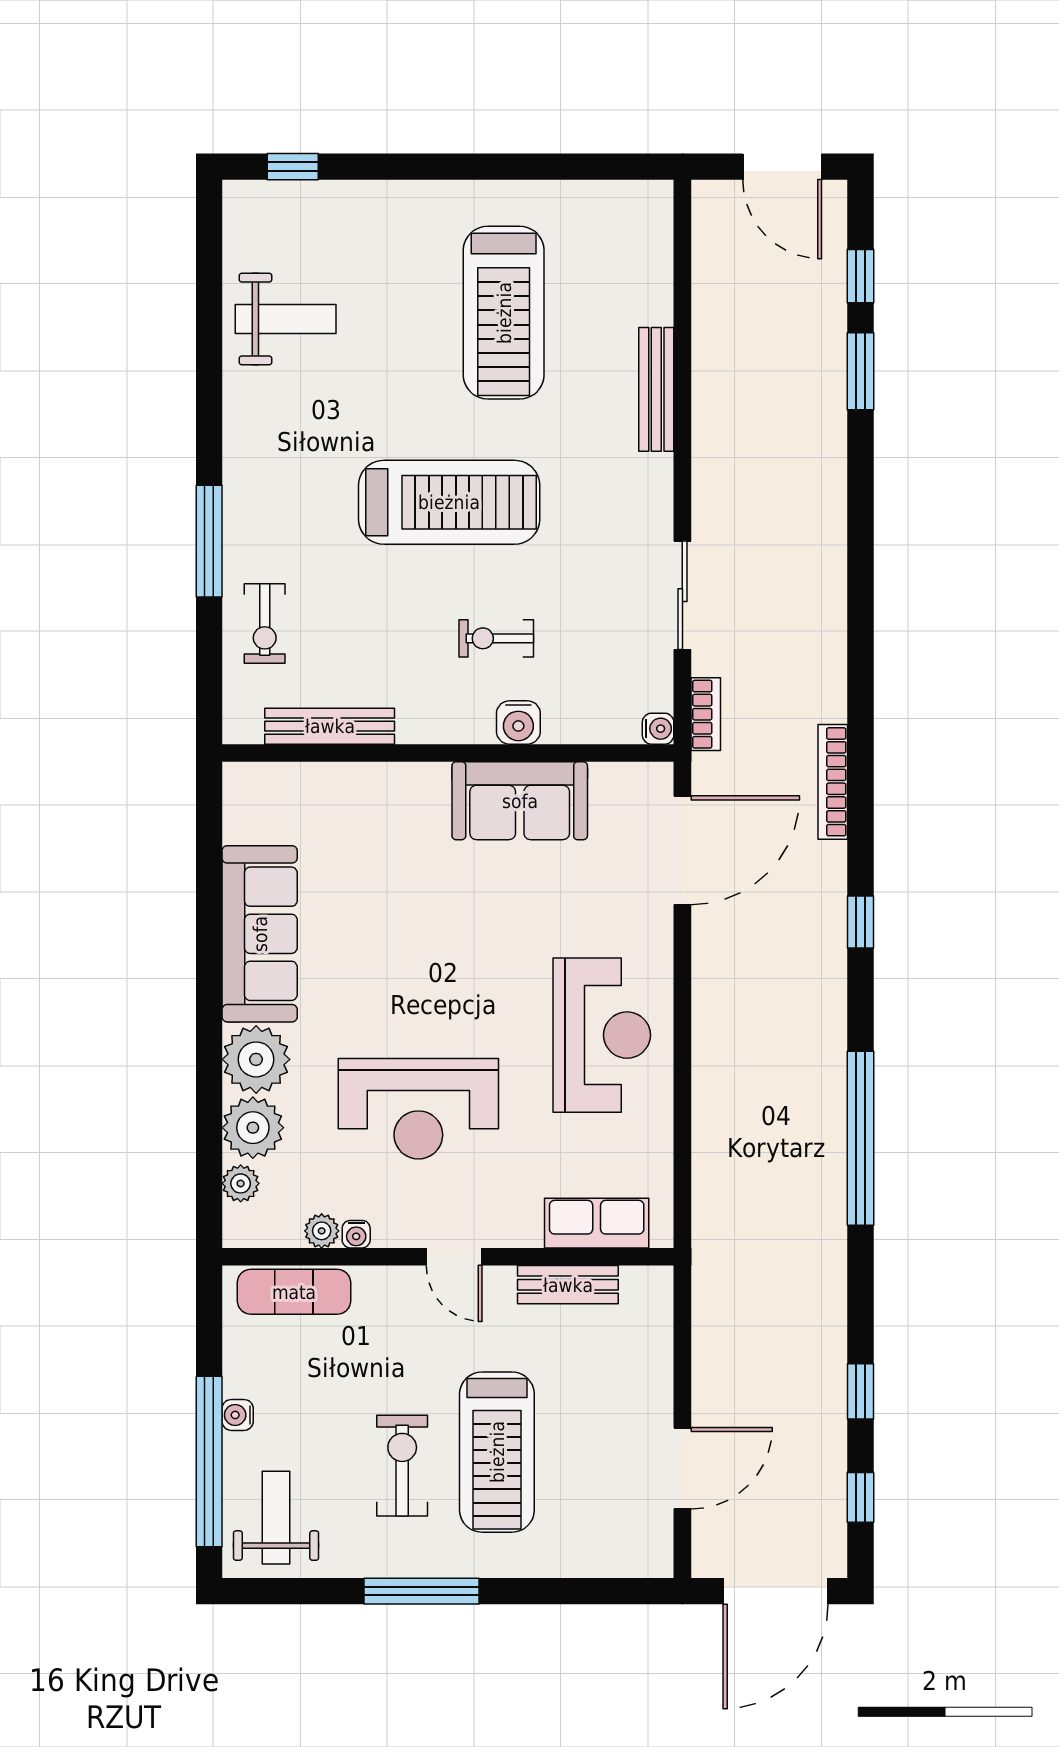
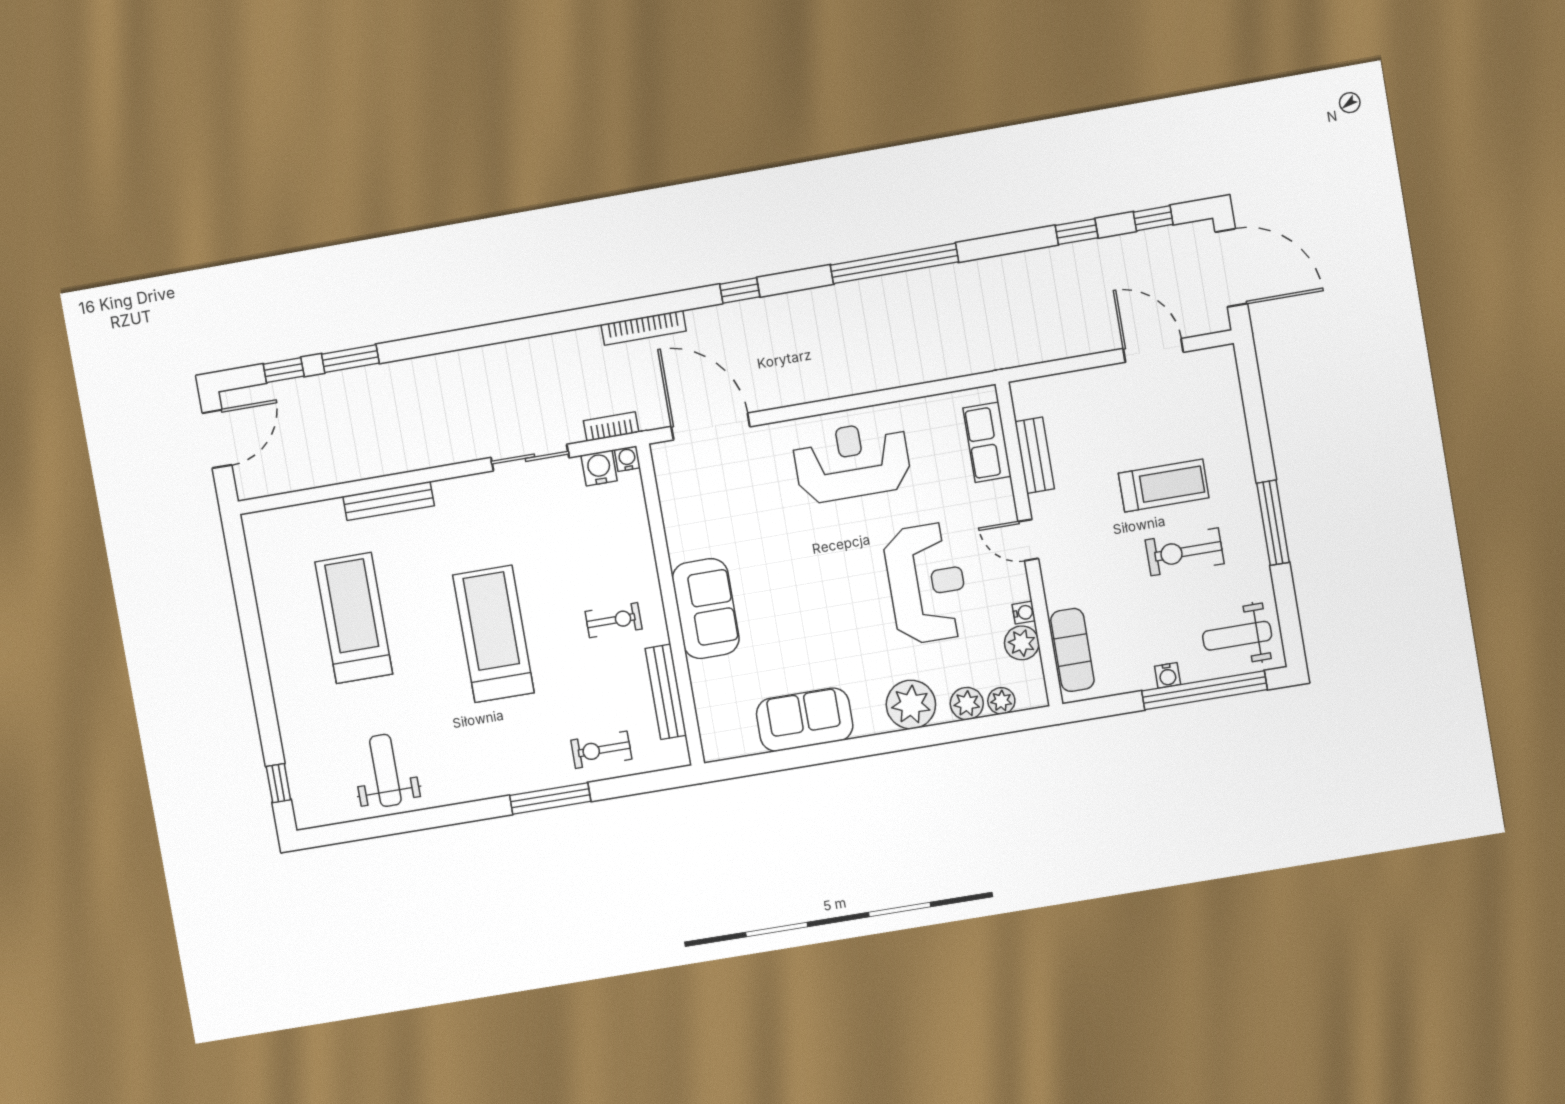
treadmill: (504, 313) -> (354, 618), turned -90
exercise bike: (265, 624) -> (601, 750), turned 180
exercise bike: (496, 638) -> (614, 620), moved, turned -90
water cooler: (518, 722) -> (599, 468), moved, turned -90
sofa: (520, 801) -> (706, 609), moved
sofa: (260, 934) -> (805, 720), width x0.73
plant: (253, 1128) -> (967, 704), width x0.73, depth x0.73
plant: (322, 1231) -> (1022, 643), width x1.38, depth x1.38
door: (454, 1257) -> (1028, 540), swing flipped
treadmill: (497, 1452) -> (1164, 486), width x0.73, depth x0.73

